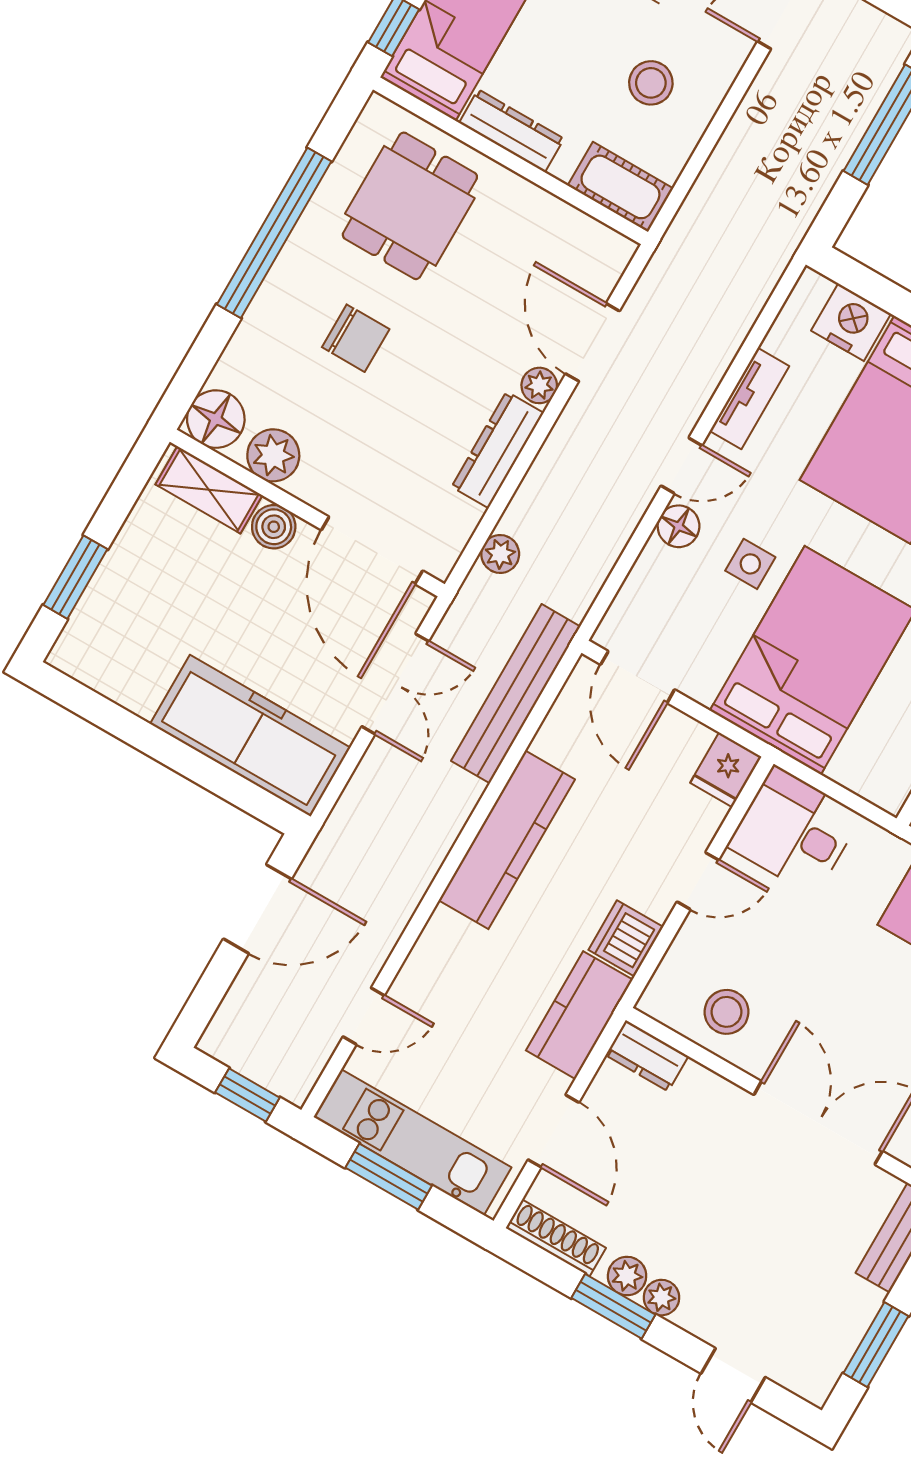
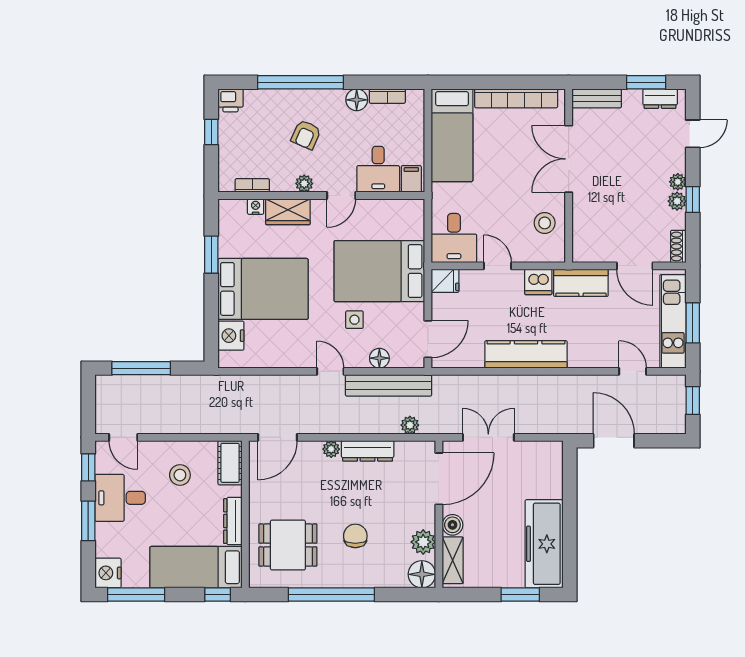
door: (593, 342) -> (278, 437), moved
tv unit: (749, 399) -> (287, 359), removed
floor lamp: (679, 526) -> (379, 358), moved
bench: (516, 694) -> (389, 385), moved
freezer: (250, 736) -> (544, 544), moved
dresser: (647, 1056) -> (660, 99), moved, turned 90
door: (554, 1131) -> (635, 266), swing flipped
shoe rack: (556, 1238) -> (678, 246), width x0.70
window: (613, 1306) -> (693, 200), width x0.67

